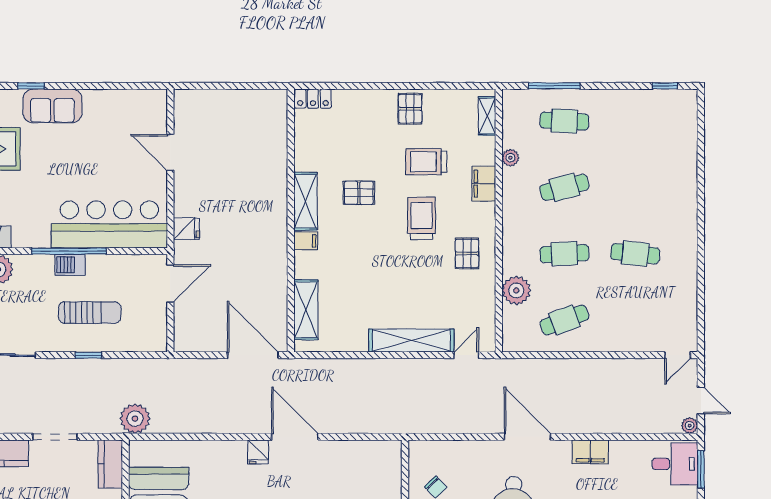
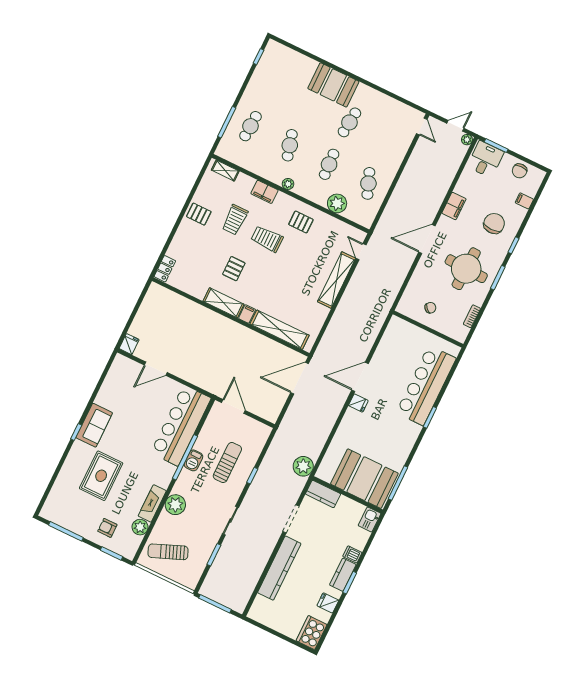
plant: (510, 158) -> (288, 184), moved
booth: (676, 207) -> (333, 85), added
fridge: (186, 229) -> (129, 344), moved
shelving: (306, 310) -> (280, 330), width x1.47

